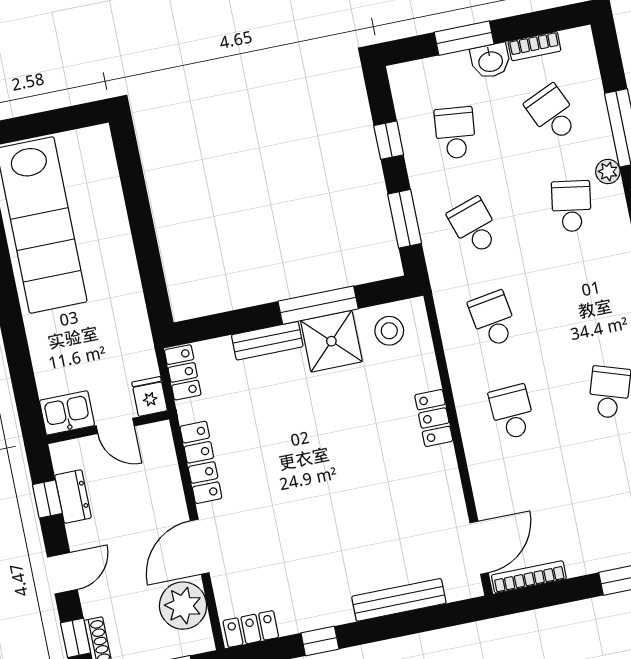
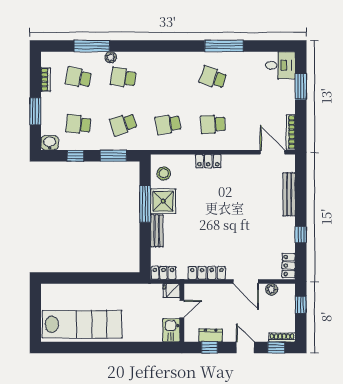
washbasin: (490, 61) -> (50, 143), moved, turned -90
school desk: (552, 113) -> (78, 77), turned 36
plant: (183, 606) -> (271, 289), width x0.53, depth x0.53

